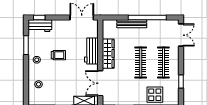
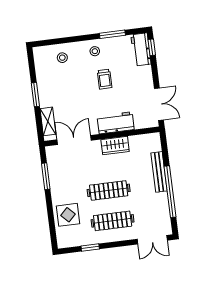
wardrobe: (108, 54) -> (115, 146), width x0.67

